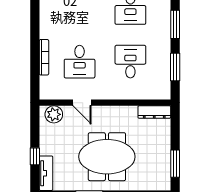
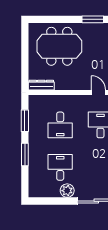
meeting table: (107, 157) -> (59, 46), moved
window: (175, 164) -> (25, 44), removed

